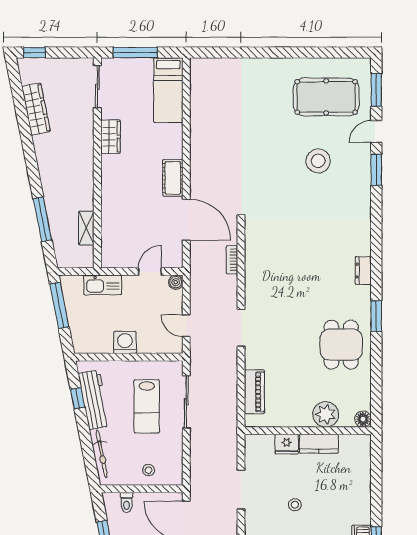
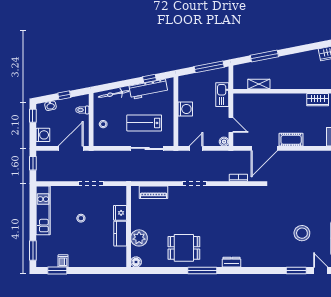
window: (376, 316) -> (202, 270), width x1.44

